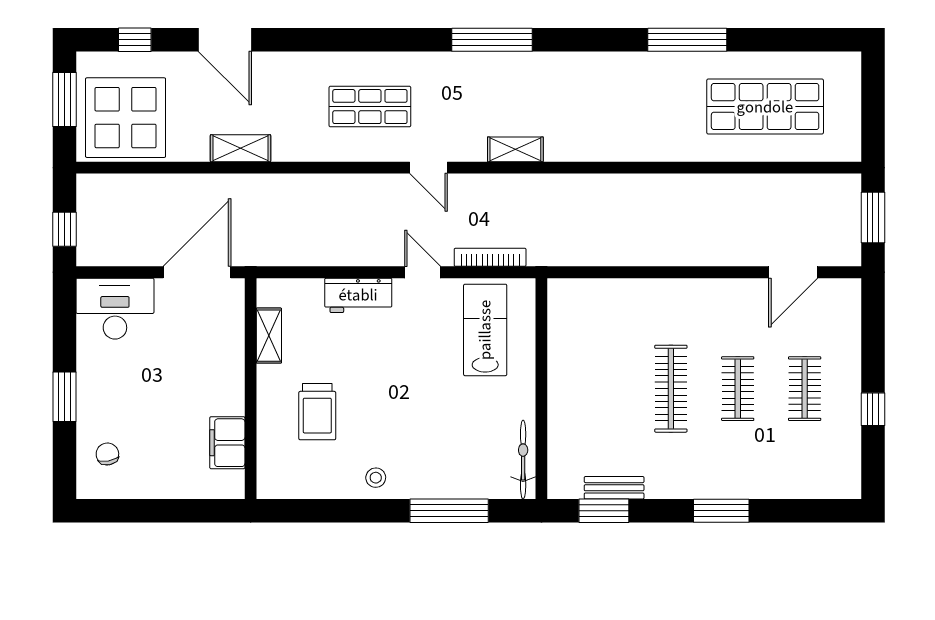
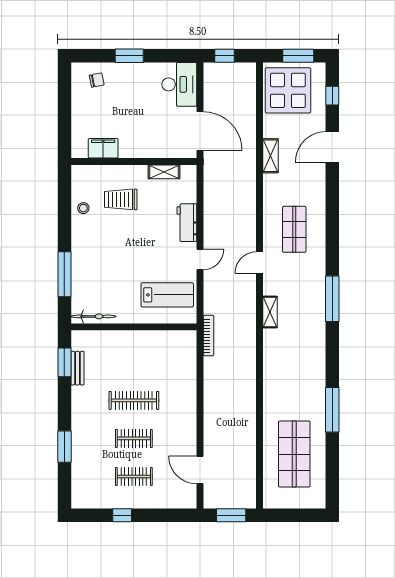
bookcase: (490, 257) -> (209, 336), moved
stool: (376, 478) -> (83, 208), moved
window: (721, 511) -> (64, 447), moved

